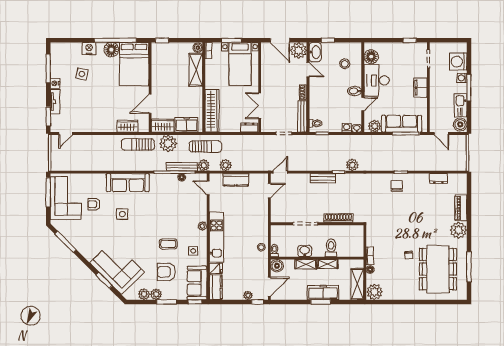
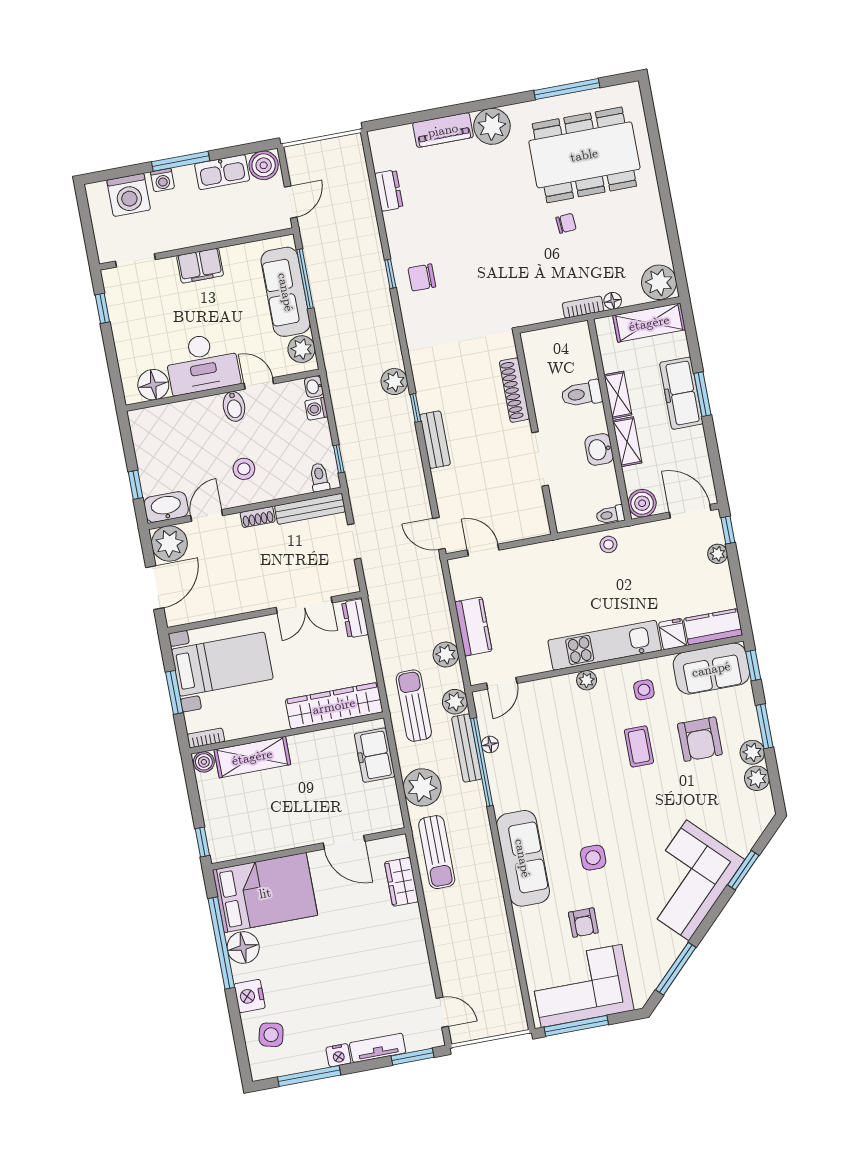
stool: (345, 64) -> (244, 469), moved
side table: (82, 74) -> (271, 1035), moved
wardrobe: (163, 126) -> (386, 806), removed
corner sofa: (117, 267) -> (688, 880), moved

